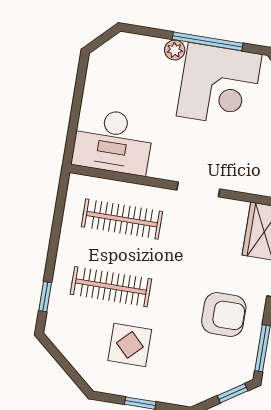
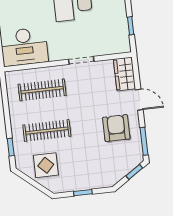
armchair: (224, 314) -> (116, 128), turned -90
display table: (130, 345) -> (46, 165), moved

